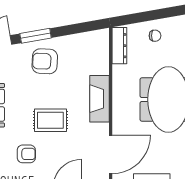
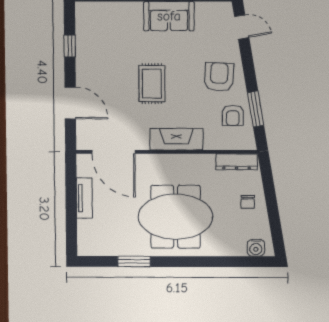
window: (36, 36) -> (256, 109), moved
armchair: (26, 154) -> (233, 115), moved

